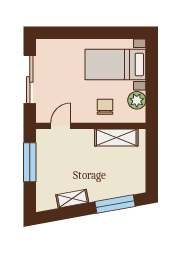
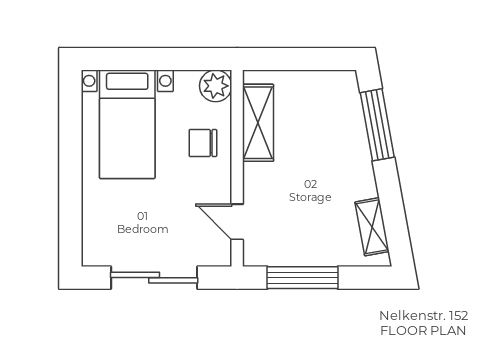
plant: (137, 100) -> (216, 86), moved
shelving: (72, 199) -> (372, 227), moved

